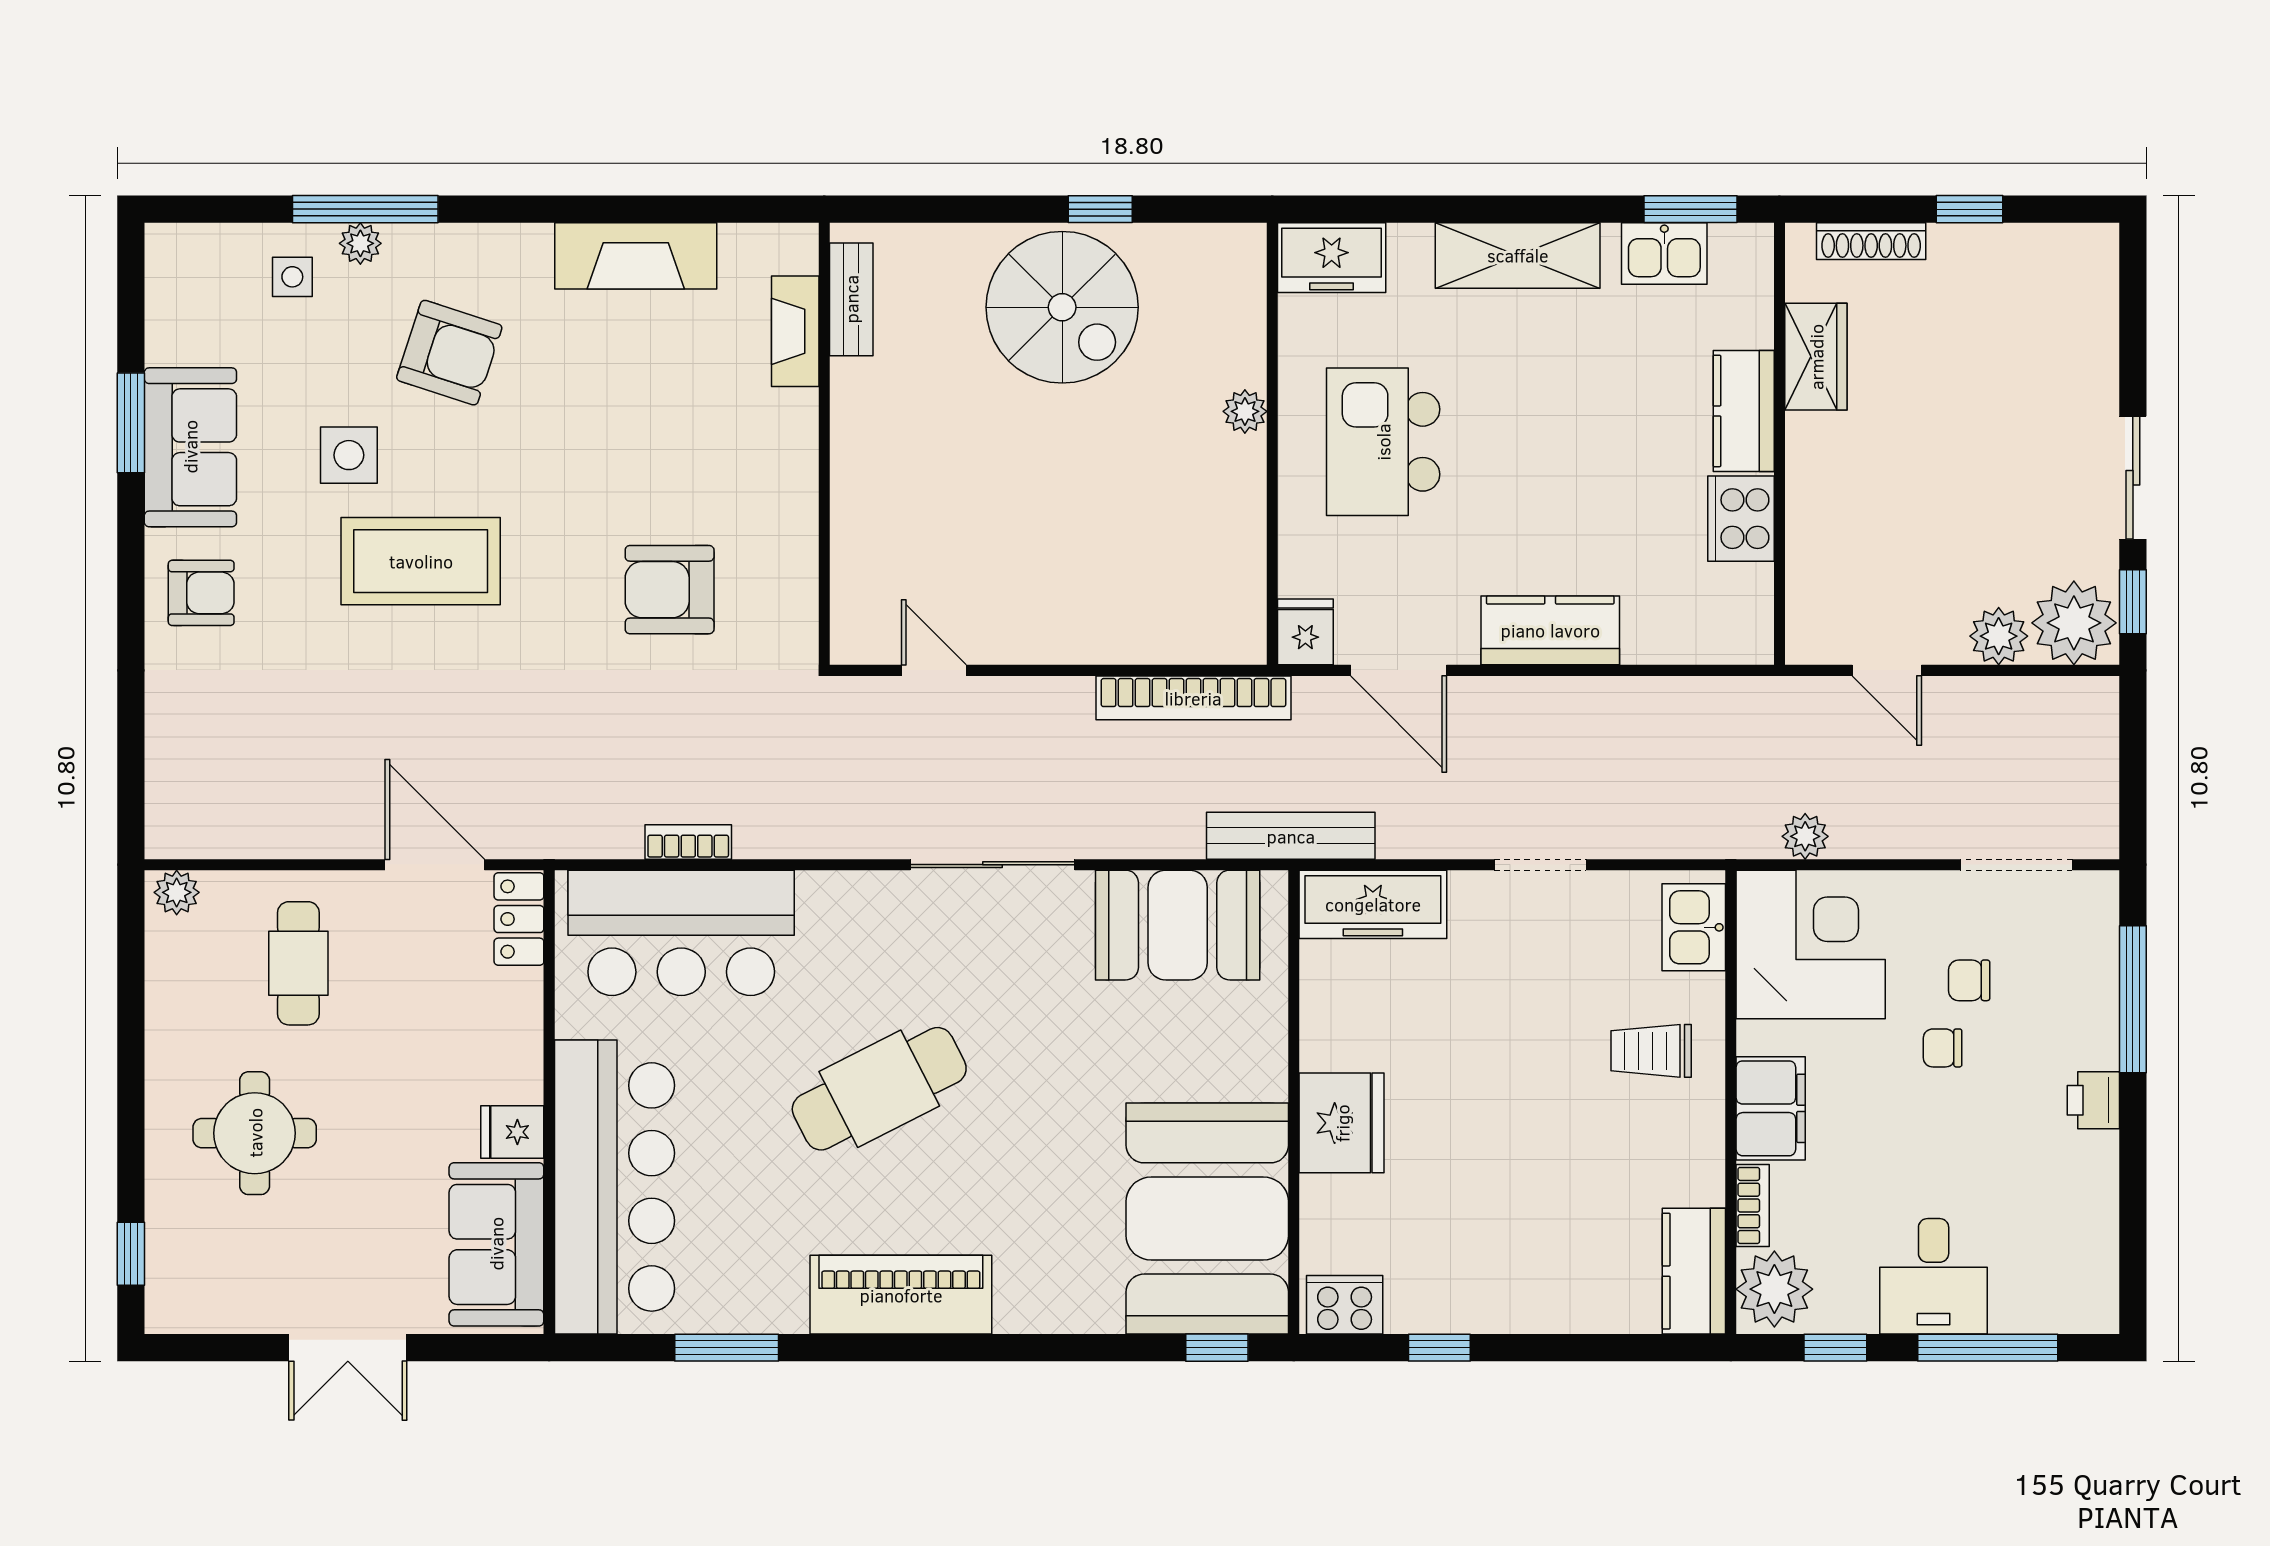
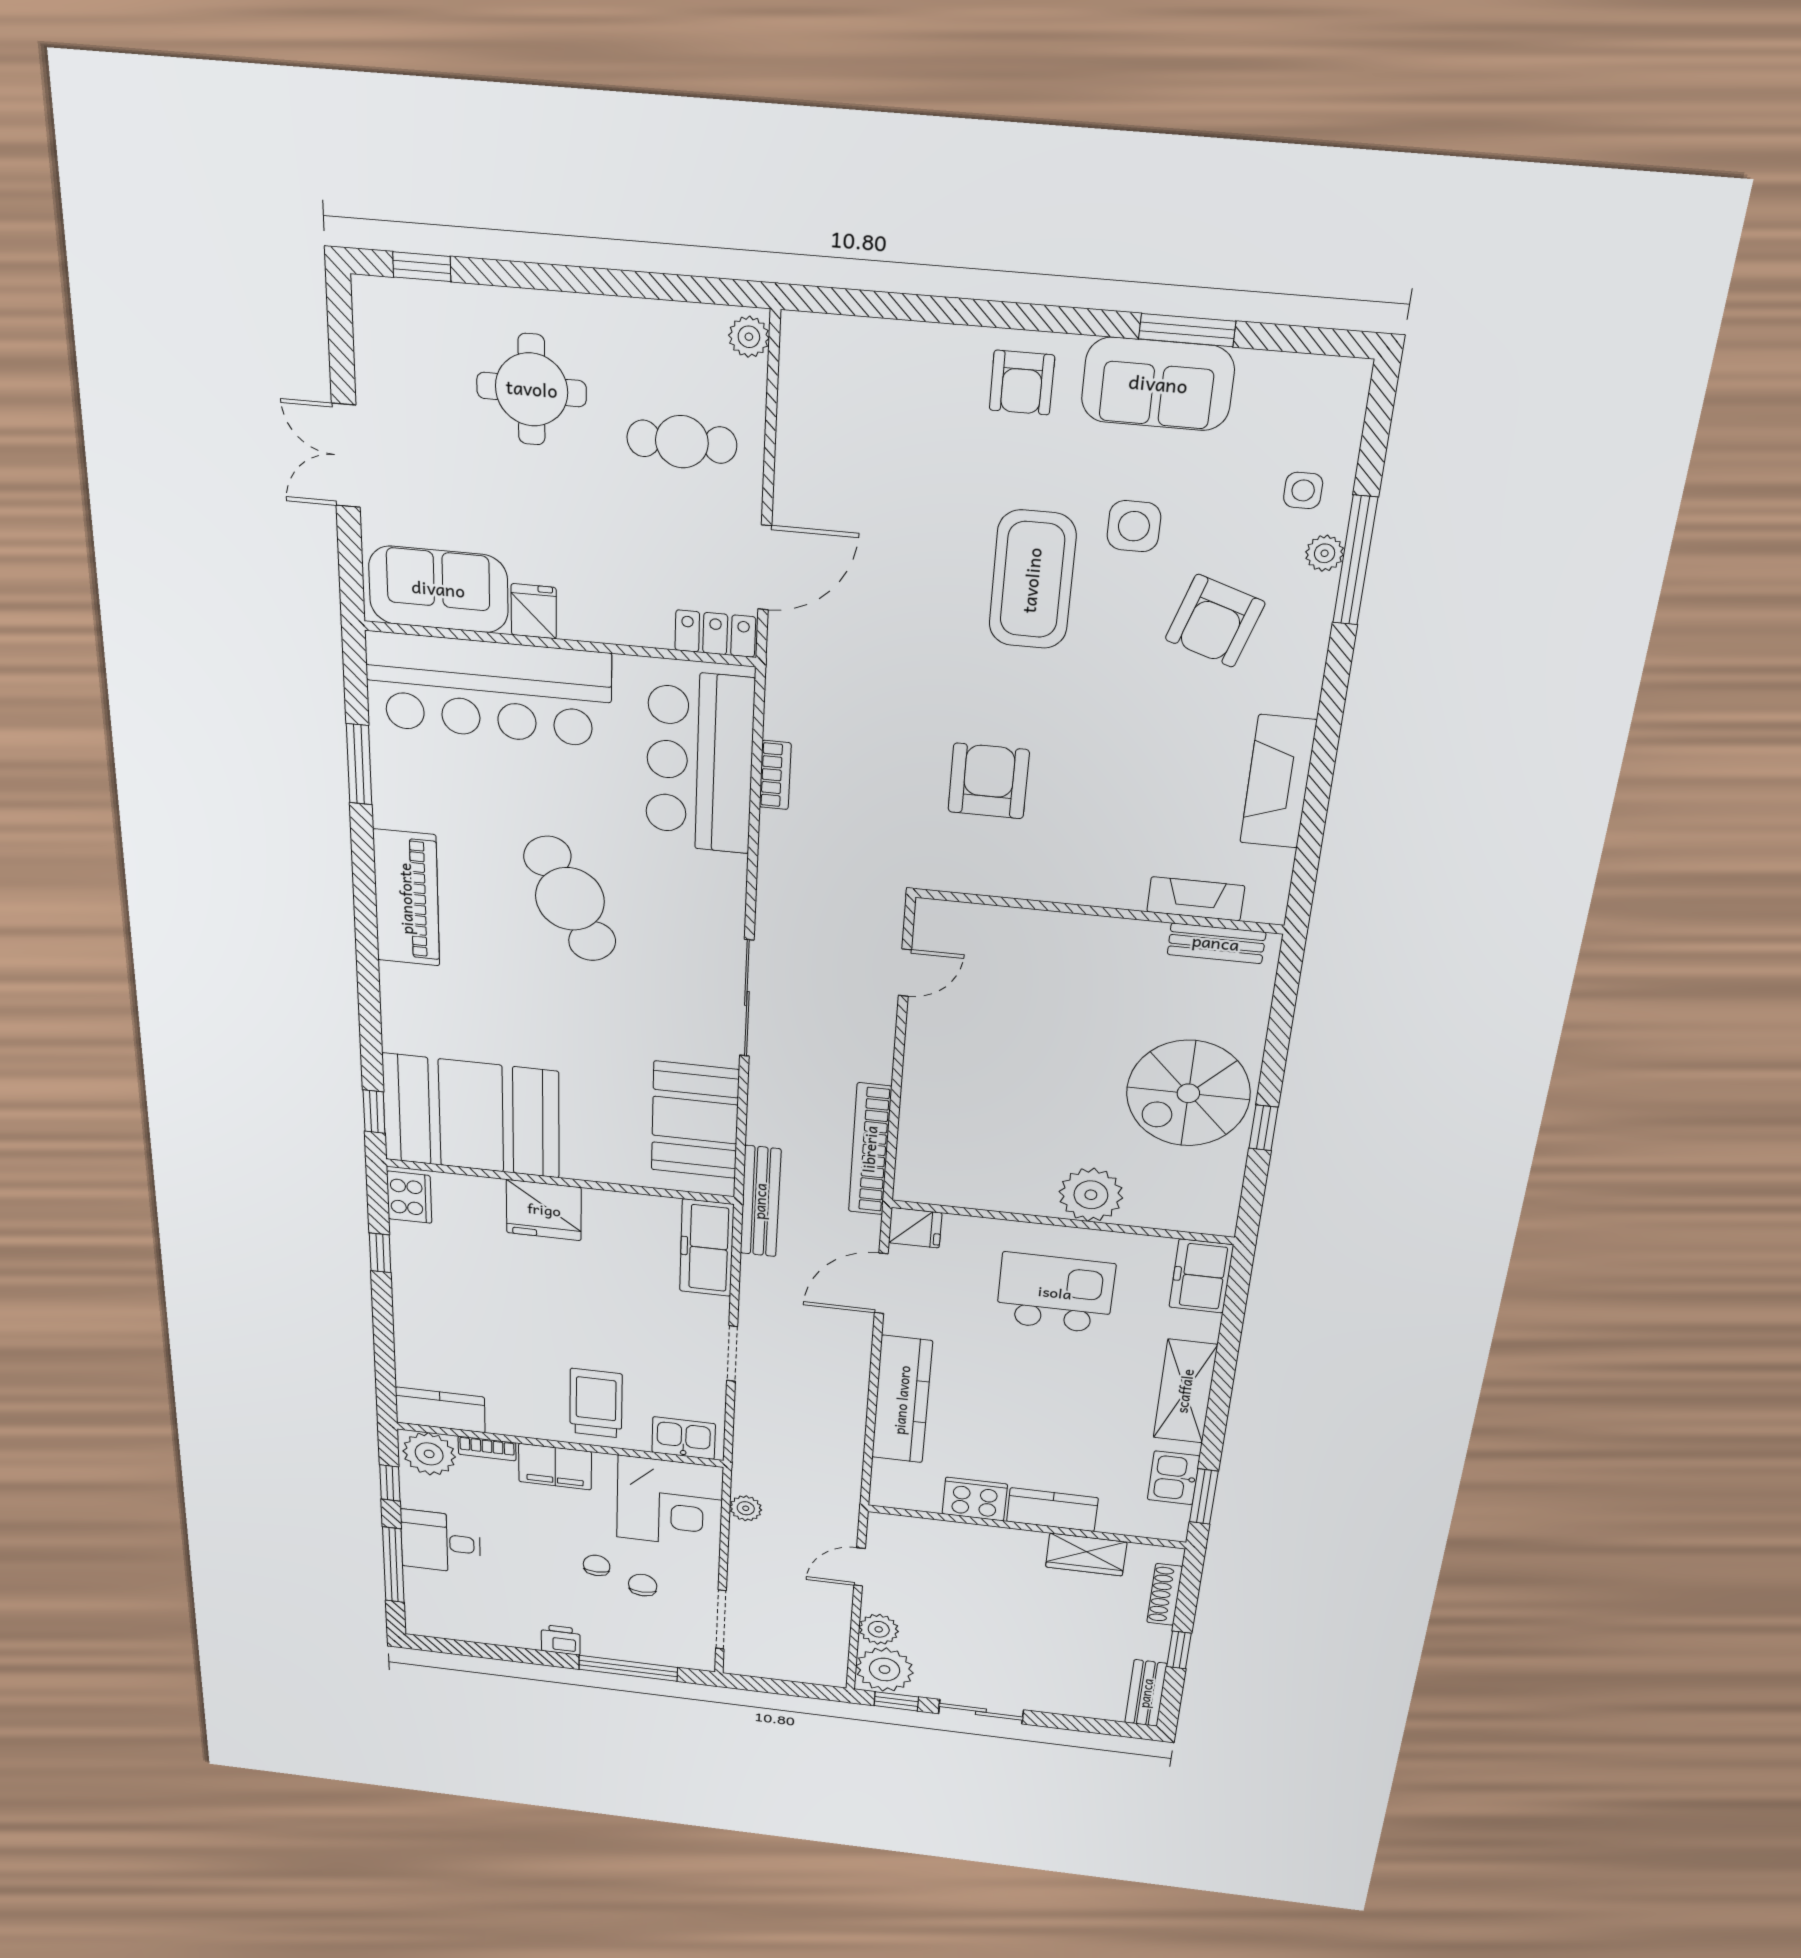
bench: (2058, 246) -> (1146, 1693), added
plant: (1245, 411) -> (1091, 1195), width x1.87, depth x1.87
kitchen counter: (1550, 630) -> (902, 1400), width x1.50
trolley: (1651, 1051) -> (596, 1403), width x1.36, depth x1.39

